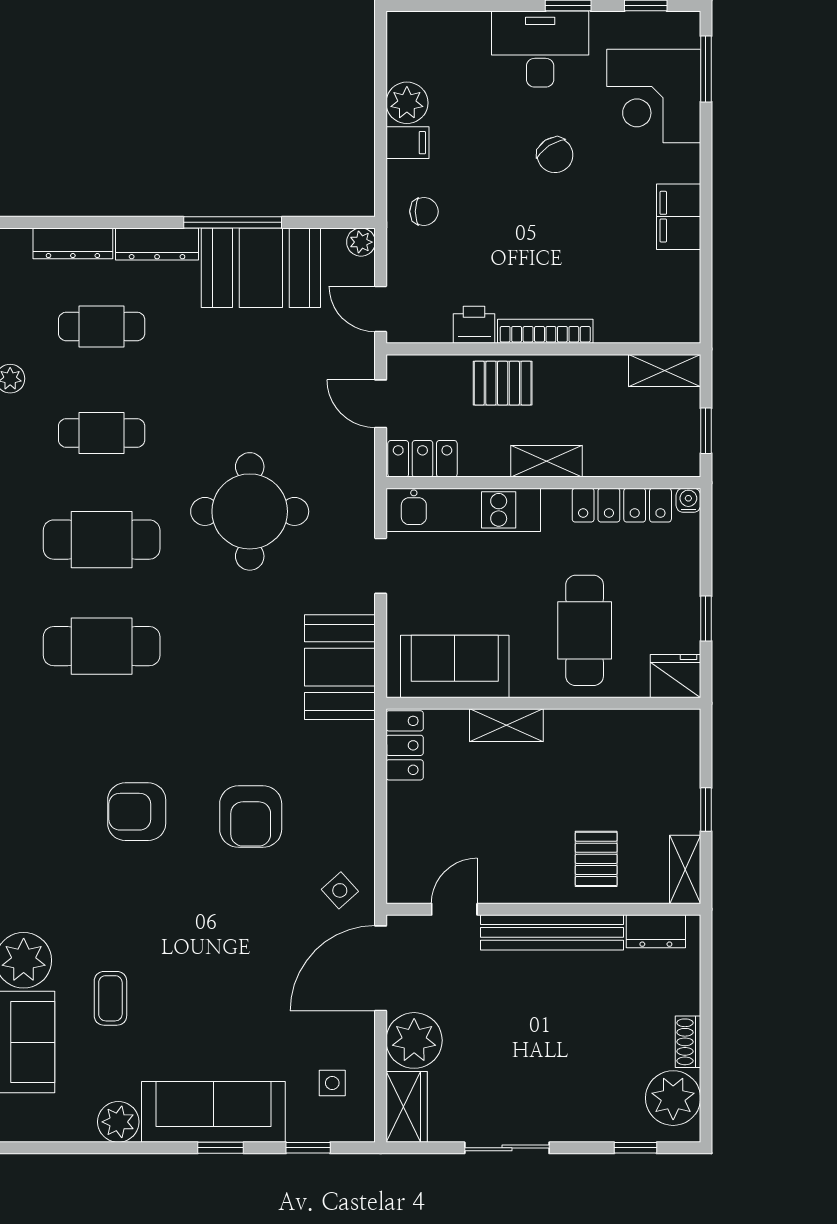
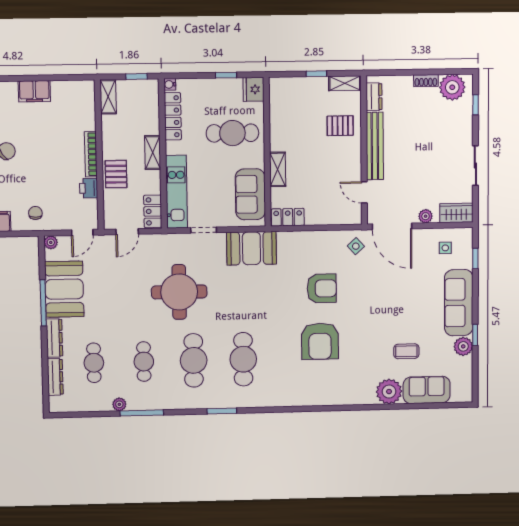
armchair: (137, 812) -> (320, 341), width x1.36, depth x1.36
plant: (414, 1040) -> (426, 216), width x0.53, depth x0.53
window: (221, 1148) -> (475, 335), moved

